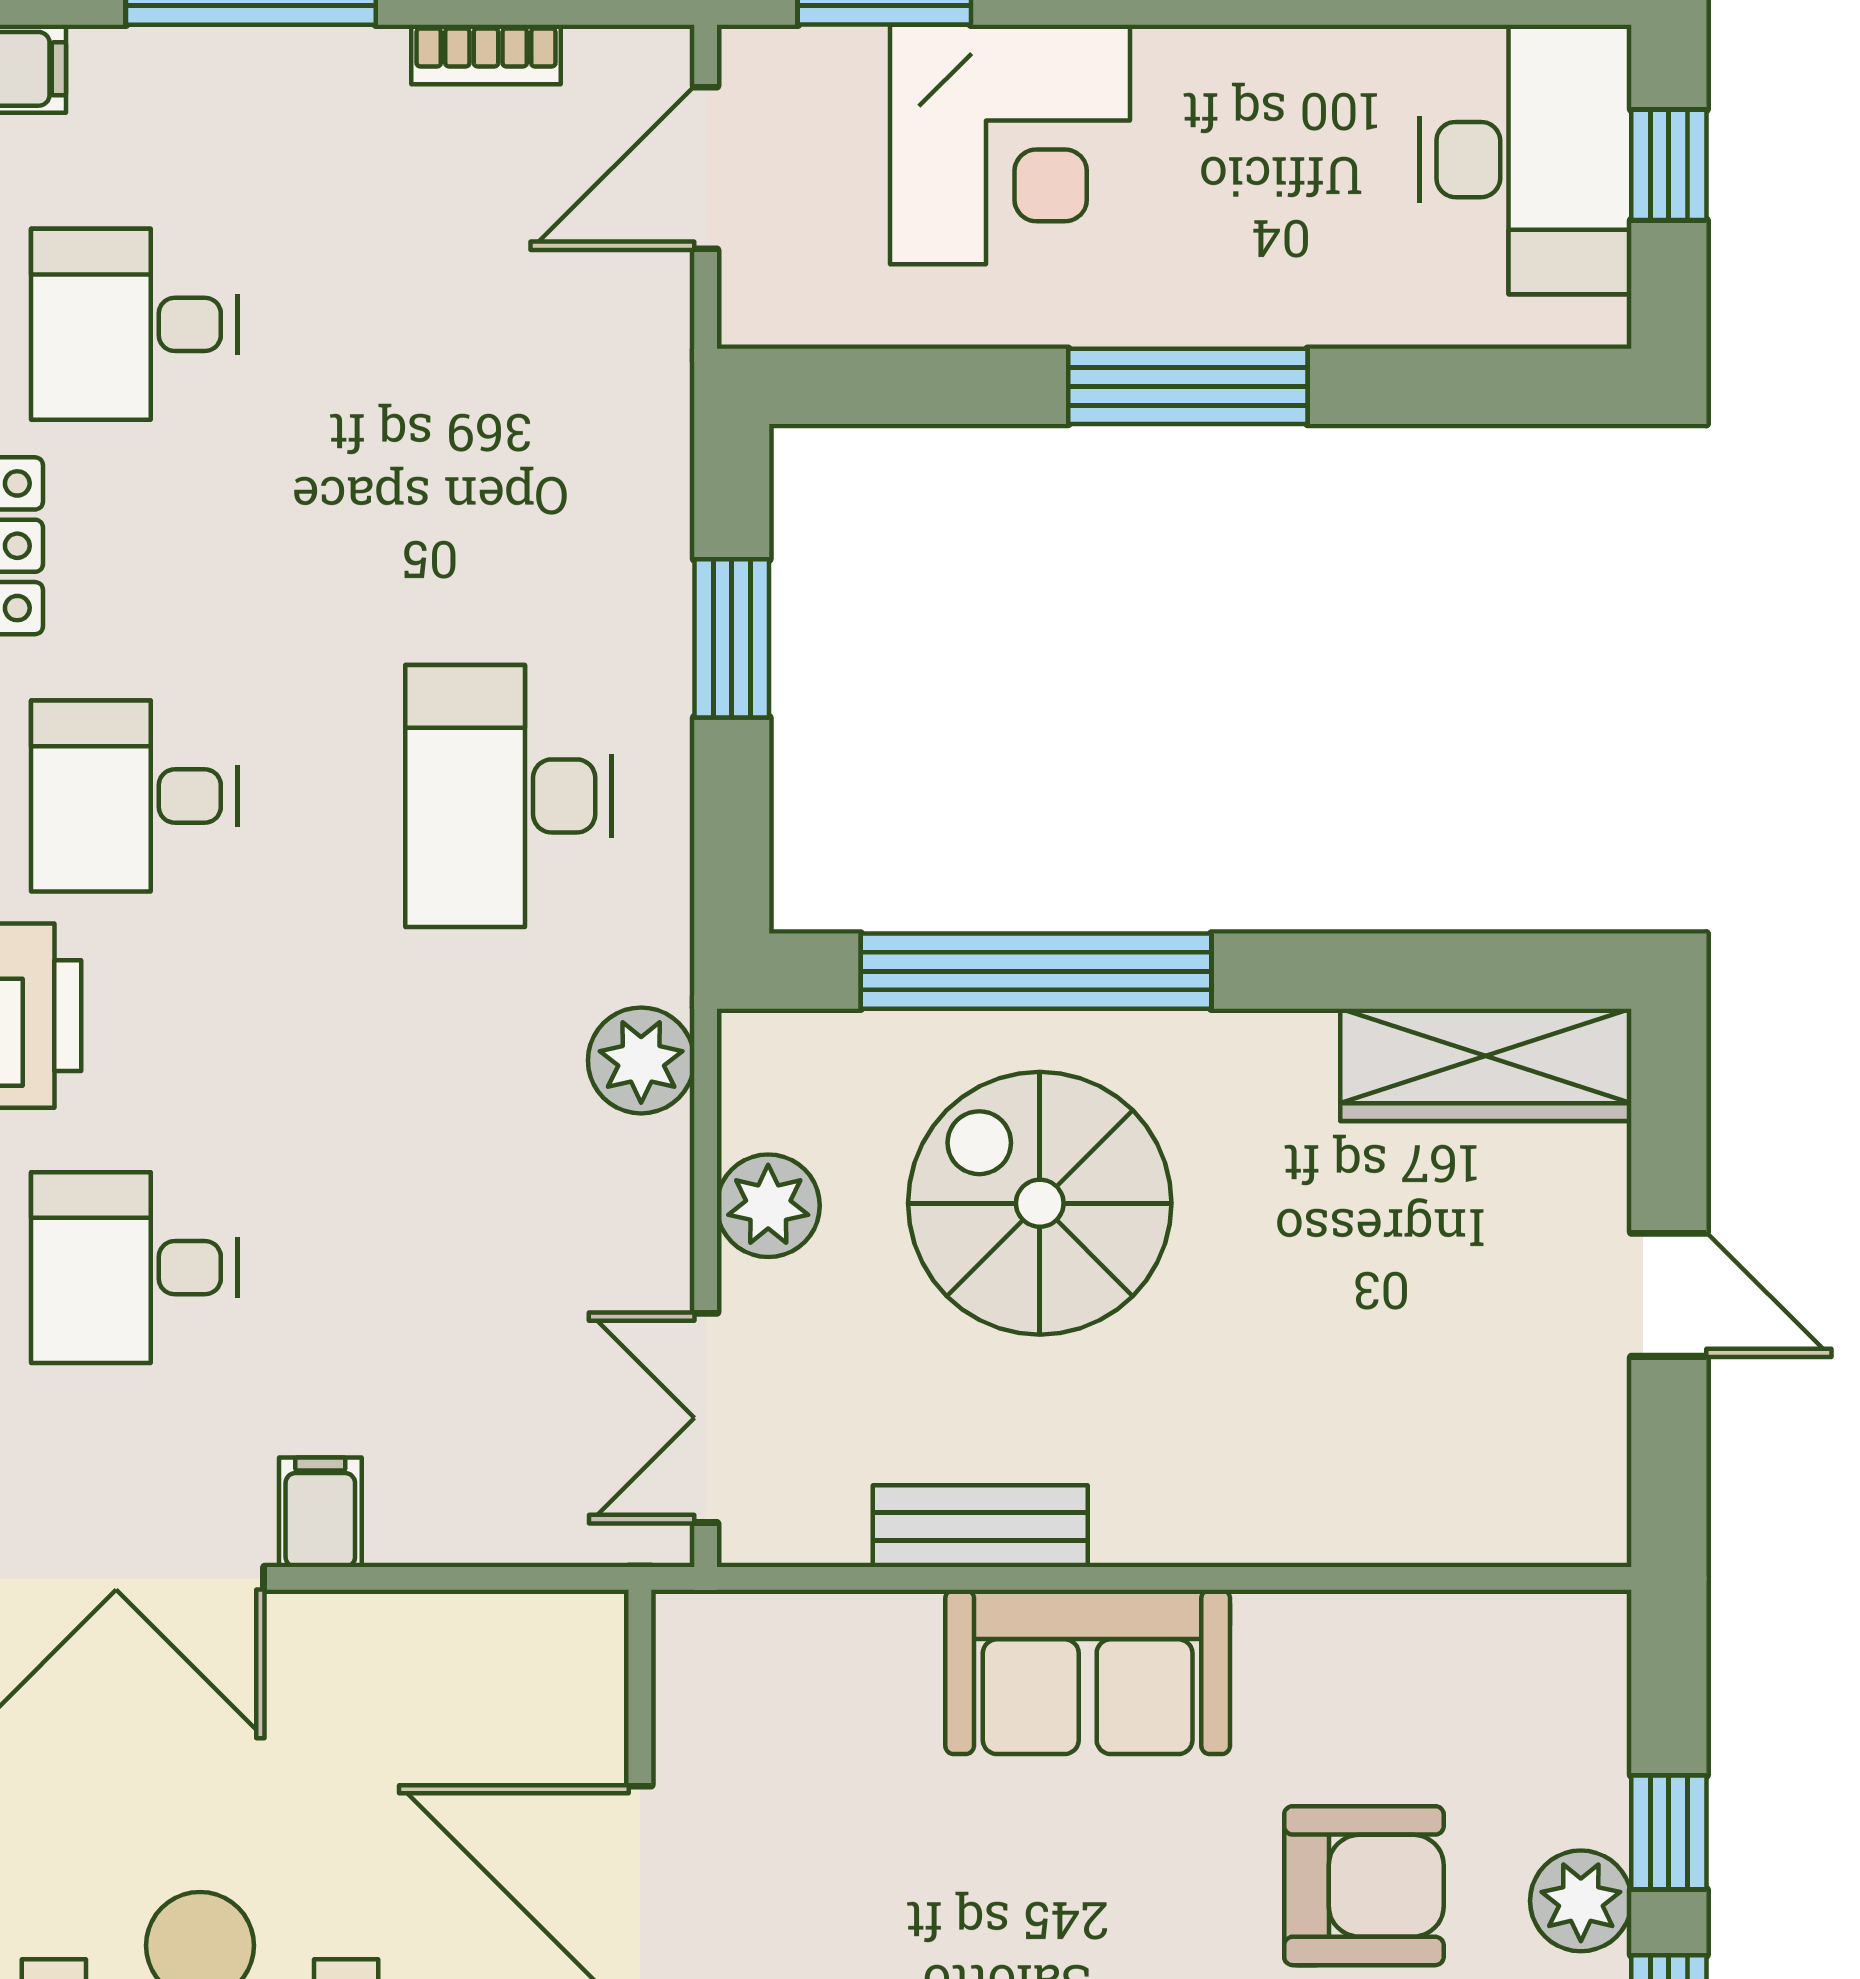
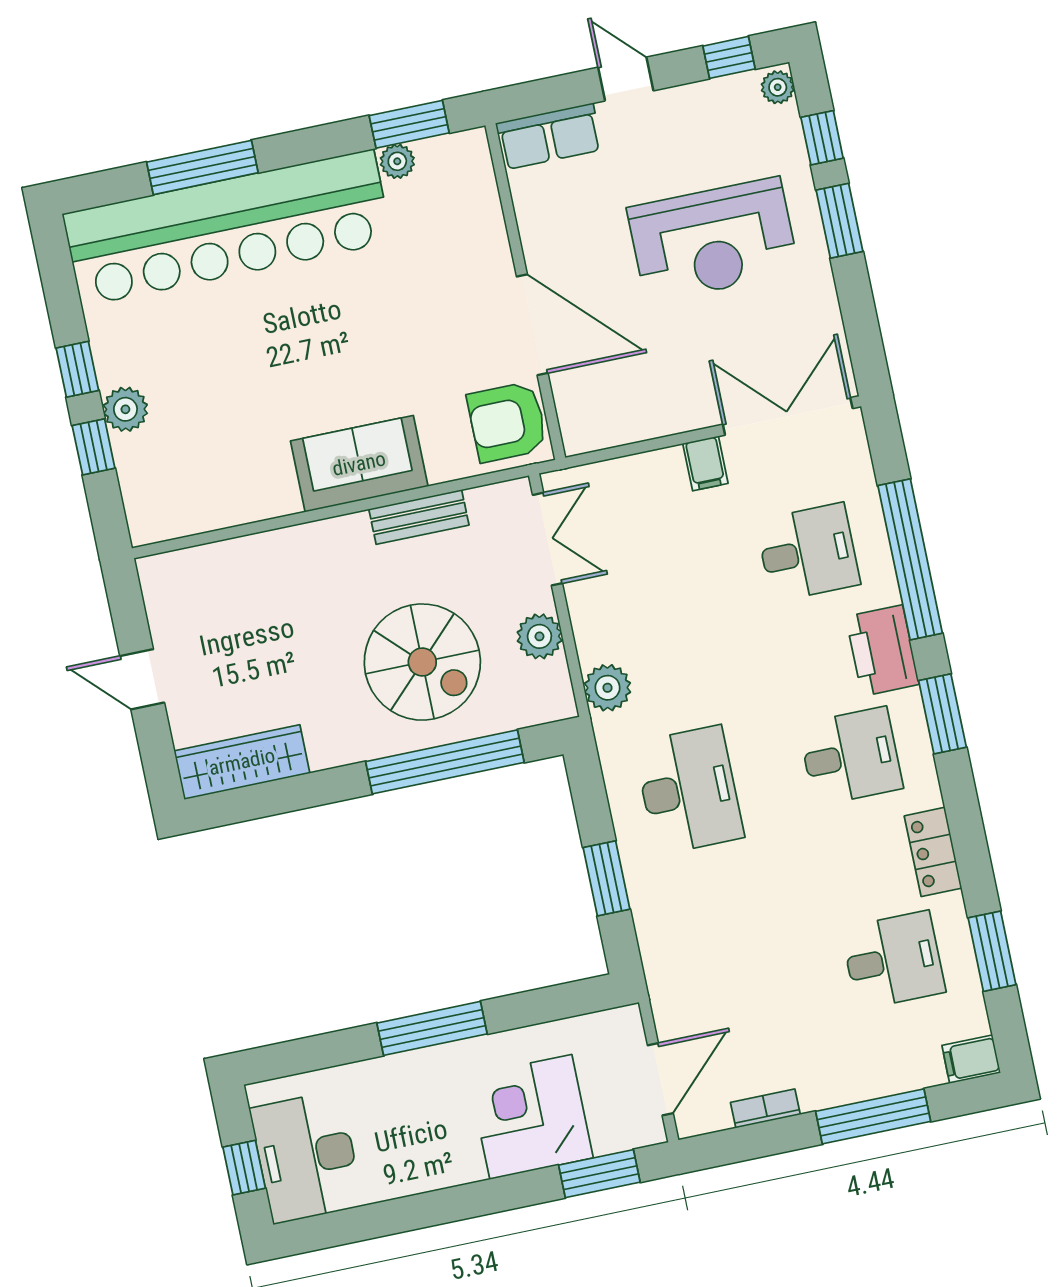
armchair: (1364, 1886) -> (507, 422), moved

